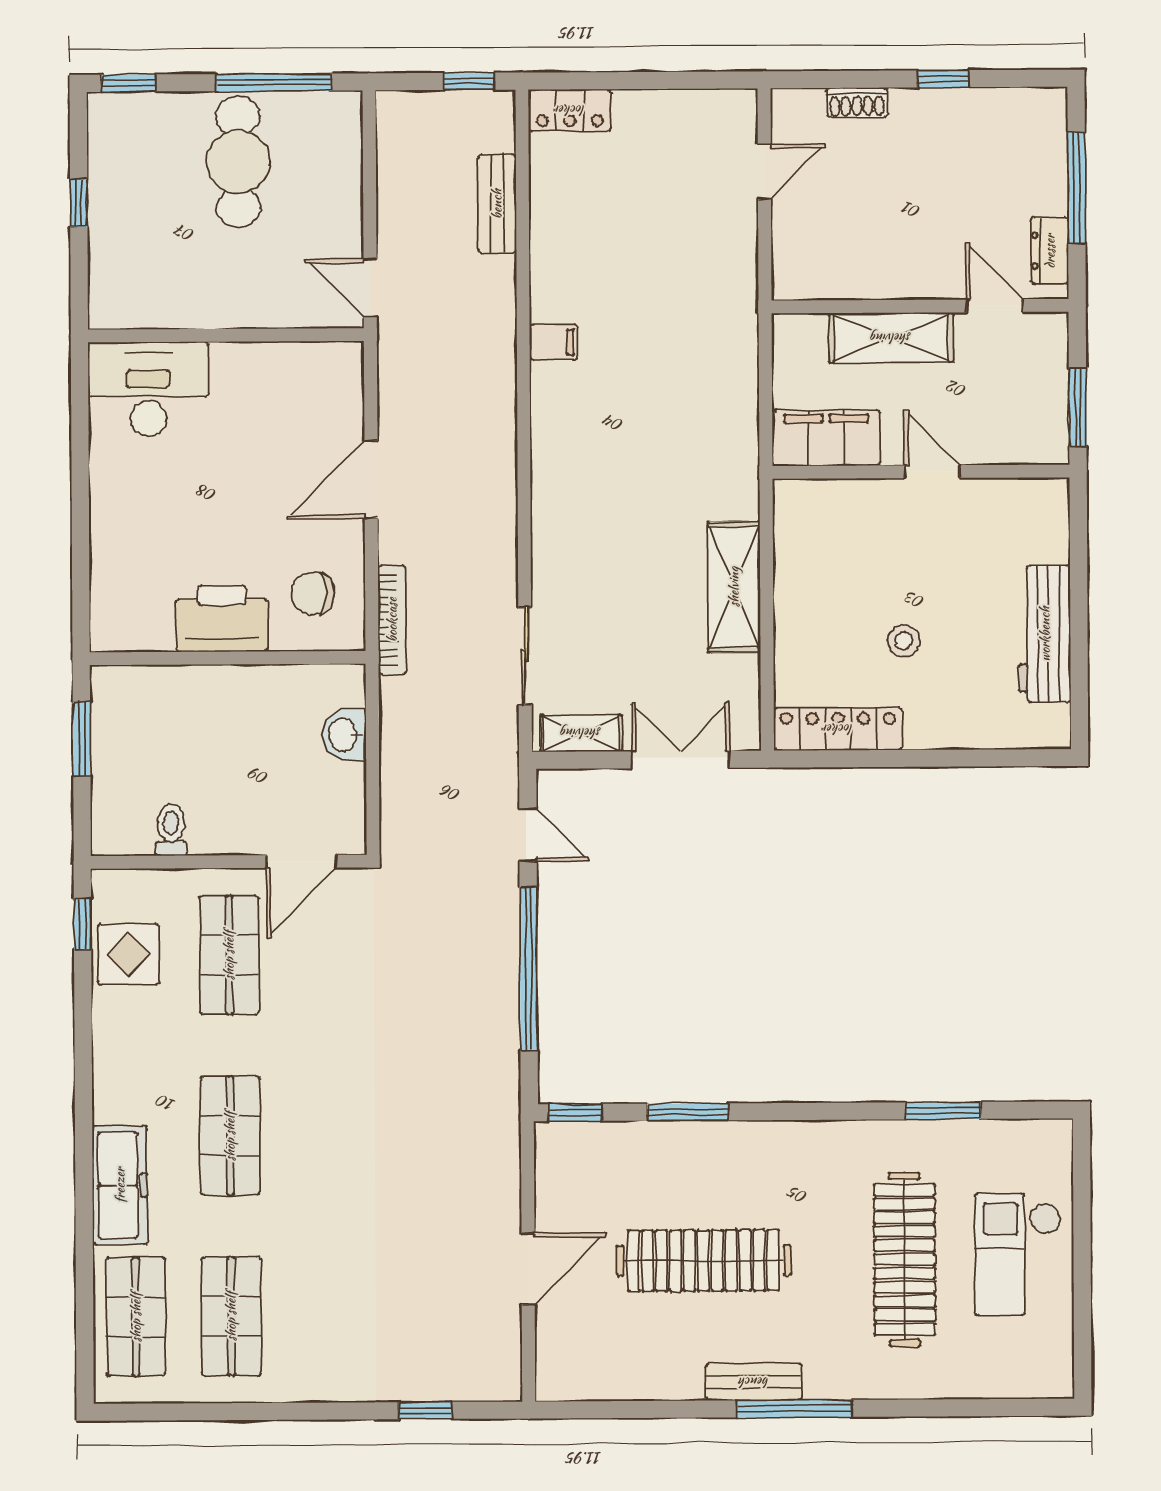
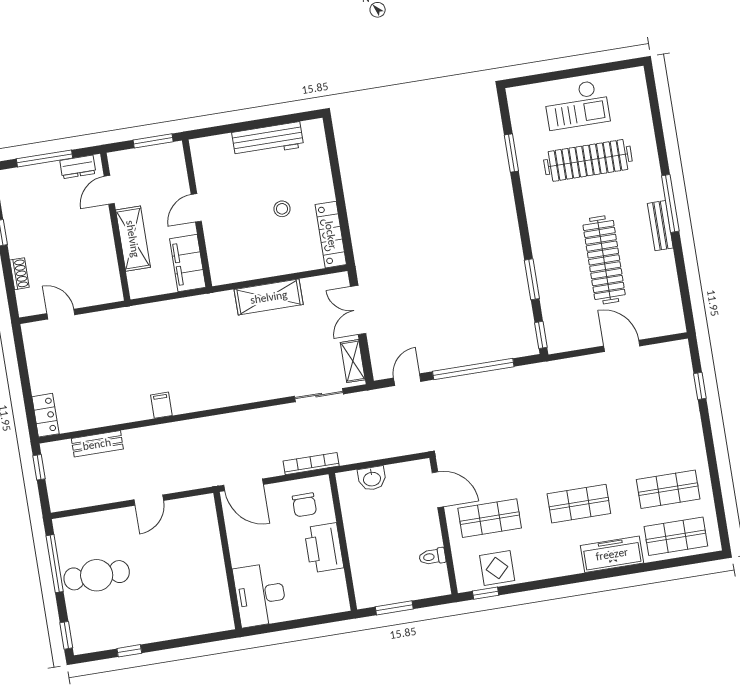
wall: (226, 335) -> (227, 561), moved
desk: (148, 389) -> (260, 595), moved

